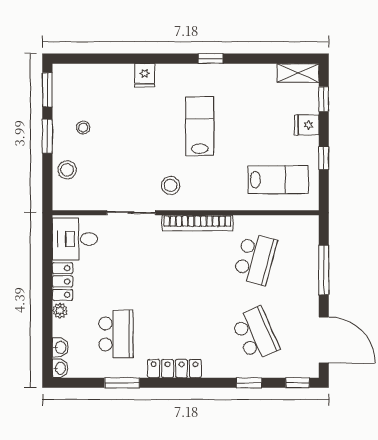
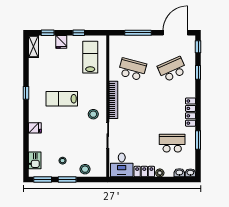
kitchen sink: (84, 75) -> (35, 160), added

